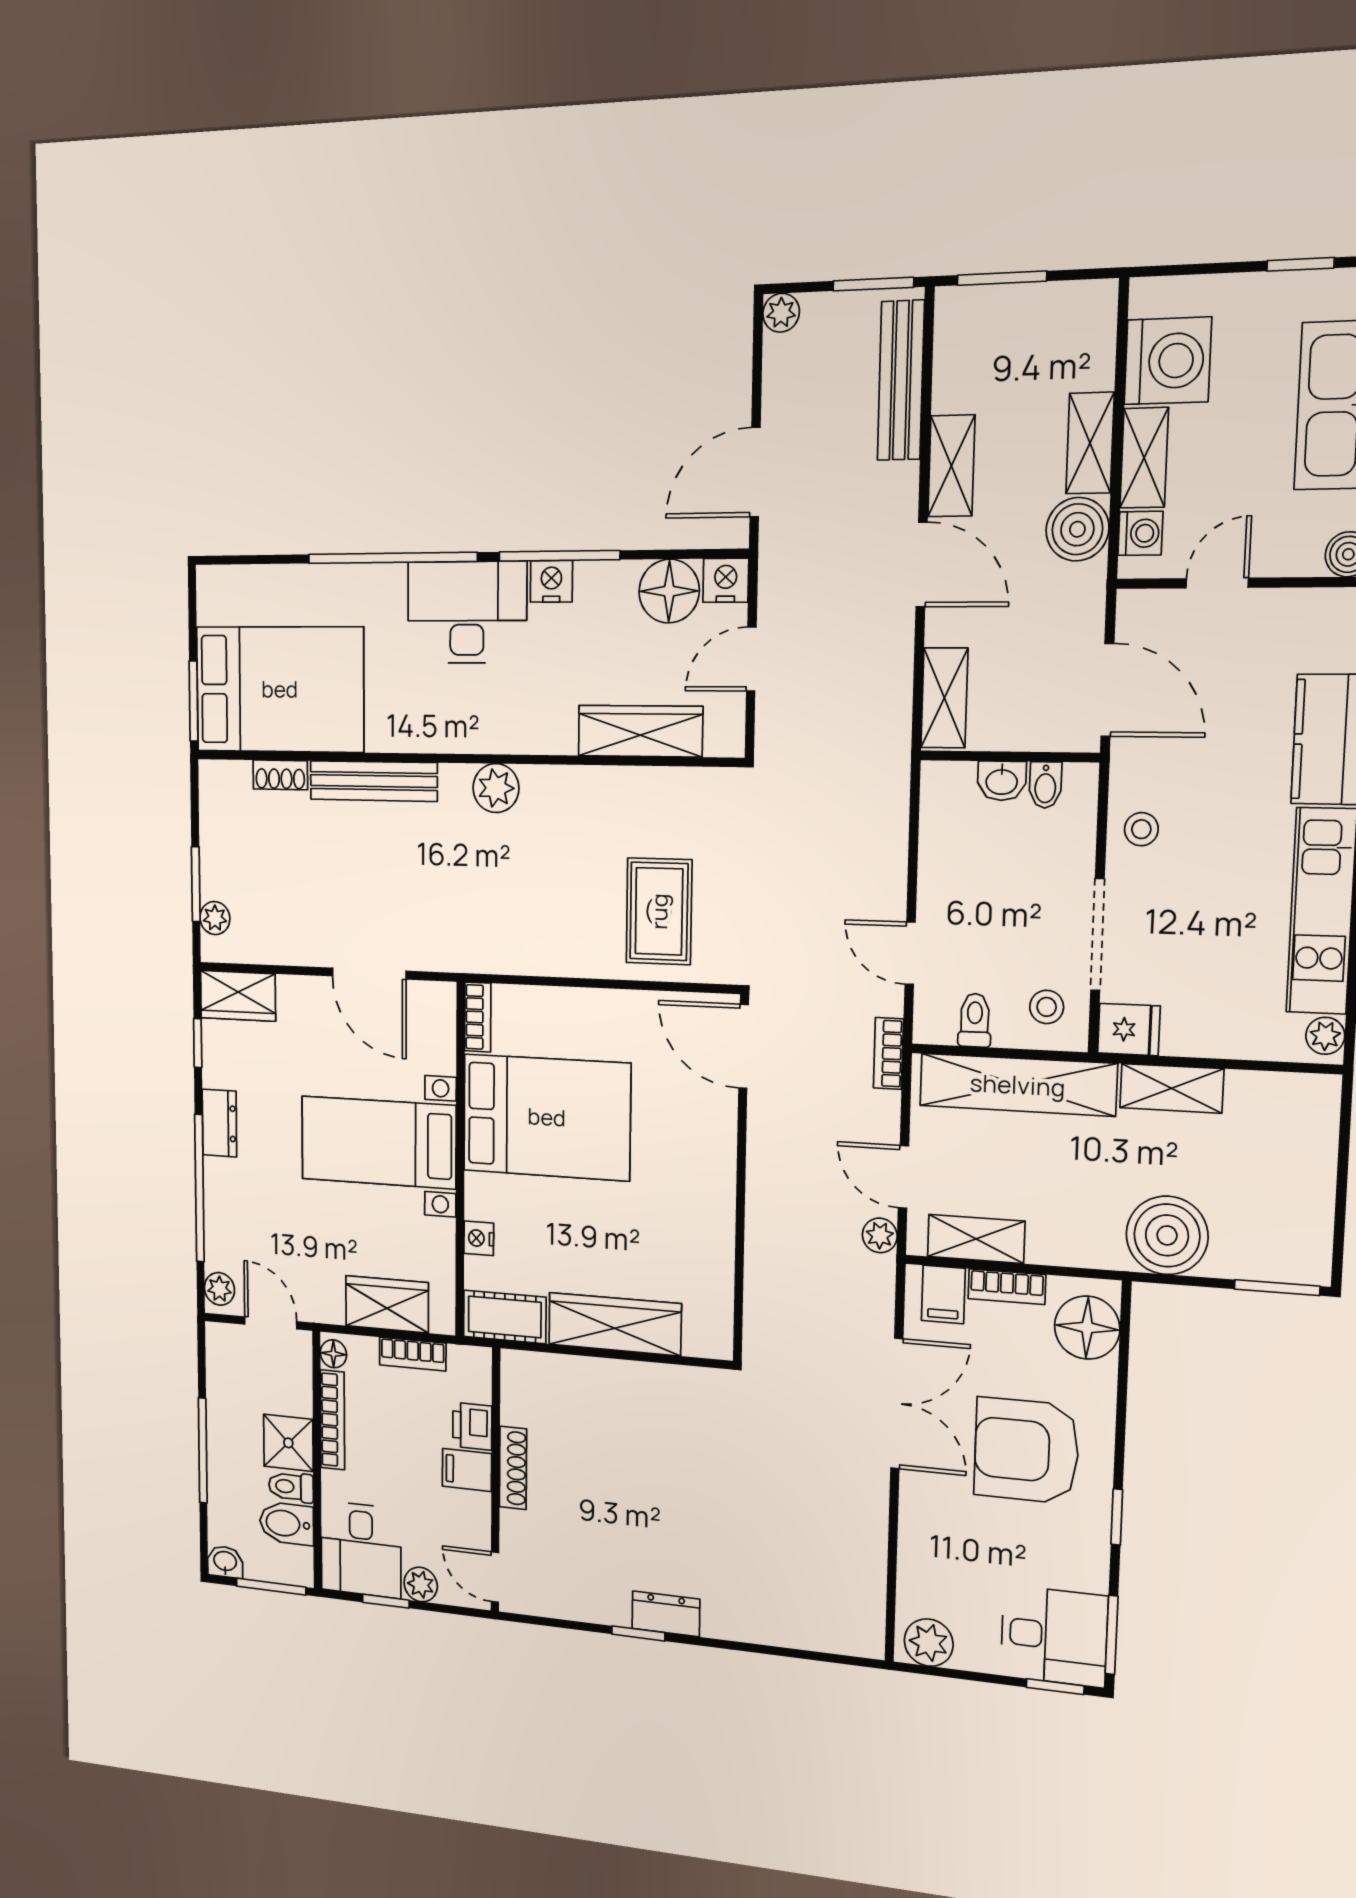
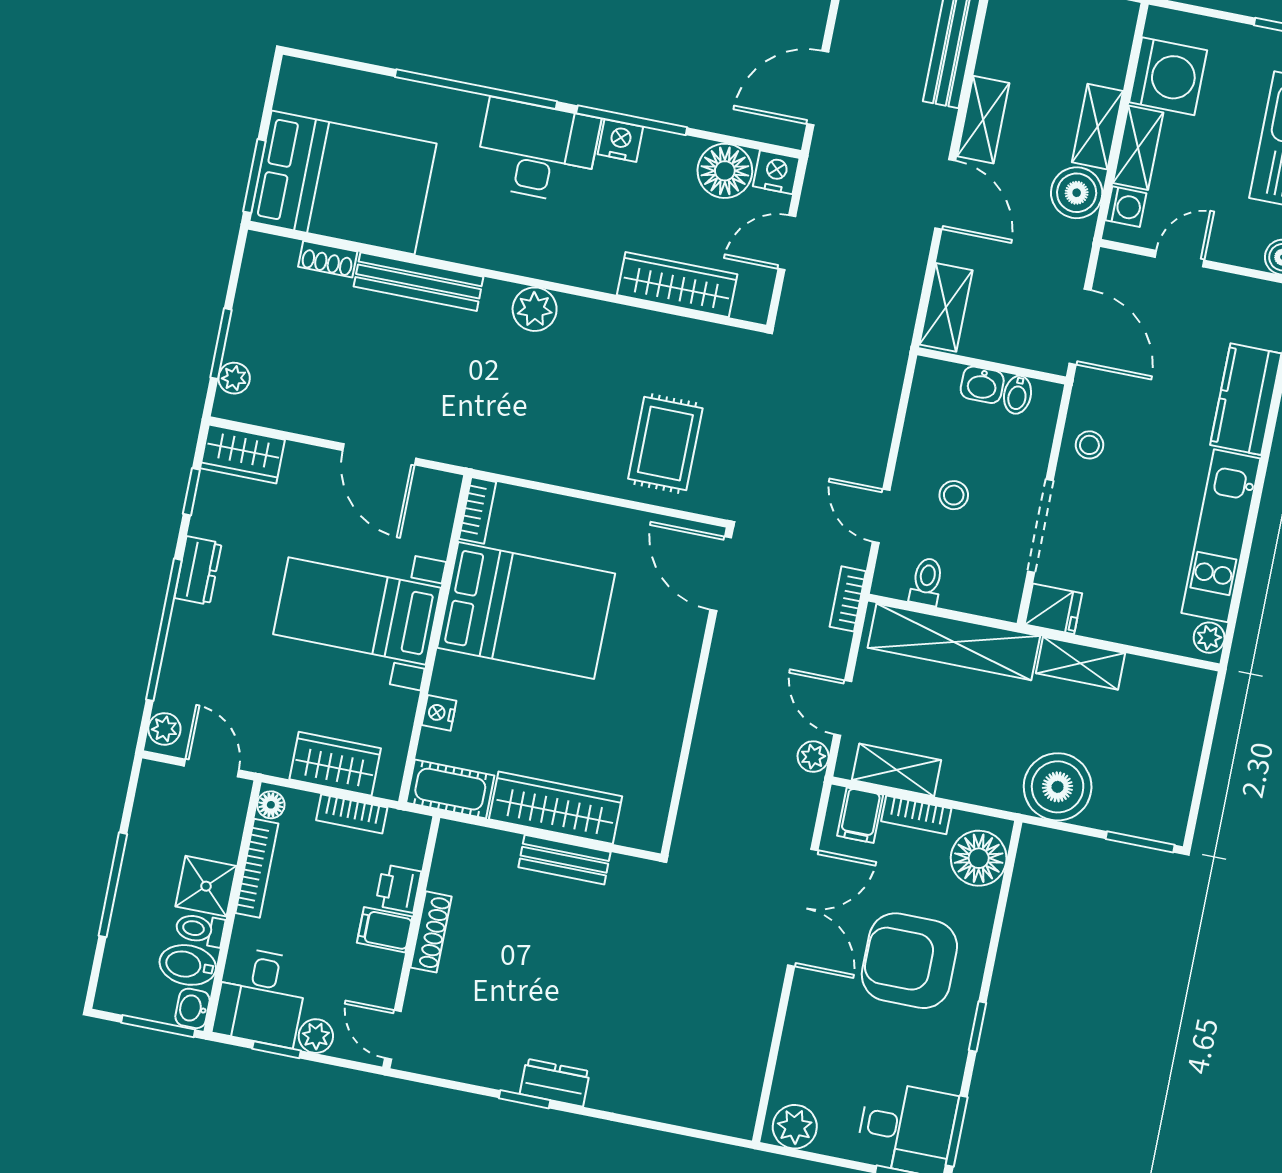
stool: (1047, 1007) -> (954, 495), moved
bench: (634, 1378) -> (564, 860), added
washbasin: (225, 1562) -> (192, 1008), moved, turned -90

